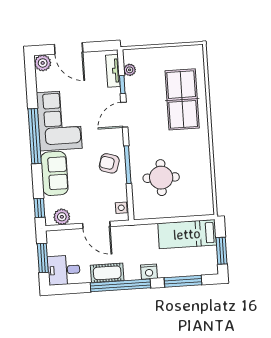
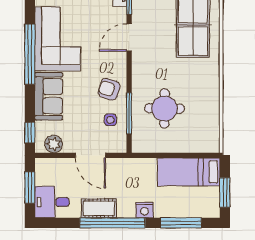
window: (128, 165) -> (129, 113), moved
side table: (121, 208) -> (110, 120), moved

